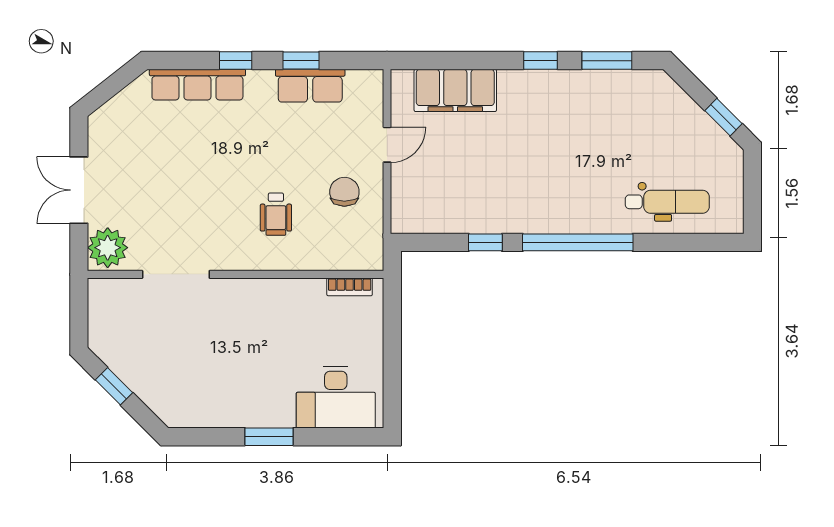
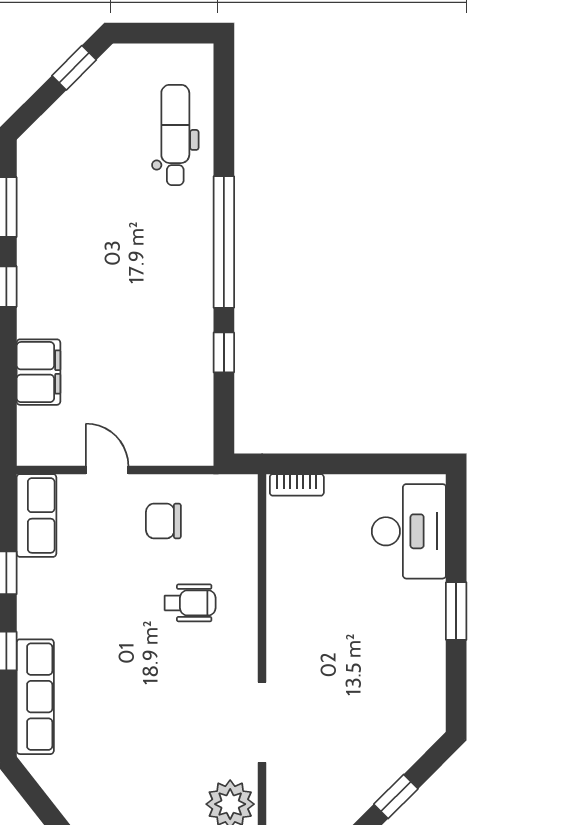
row of seats: (310, 86) -> (36, 515), moved
filing cabinet: (455, 90) -> (38, 372), width x0.67, depth x0.86
bookcase: (350, 287) -> (297, 485), moved, turned 90

